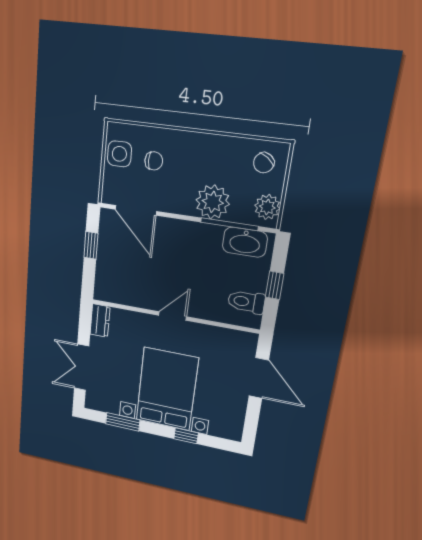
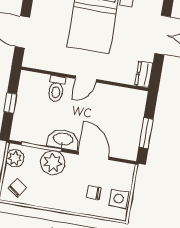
door: (136, 210) -> (93, 156), moved
washbasin: (245, 242) -> (63, 139), moved
window: (91, 245) -> (146, 133), width x1.50
toilet: (246, 302) -> (56, 89), moved, turned 90

